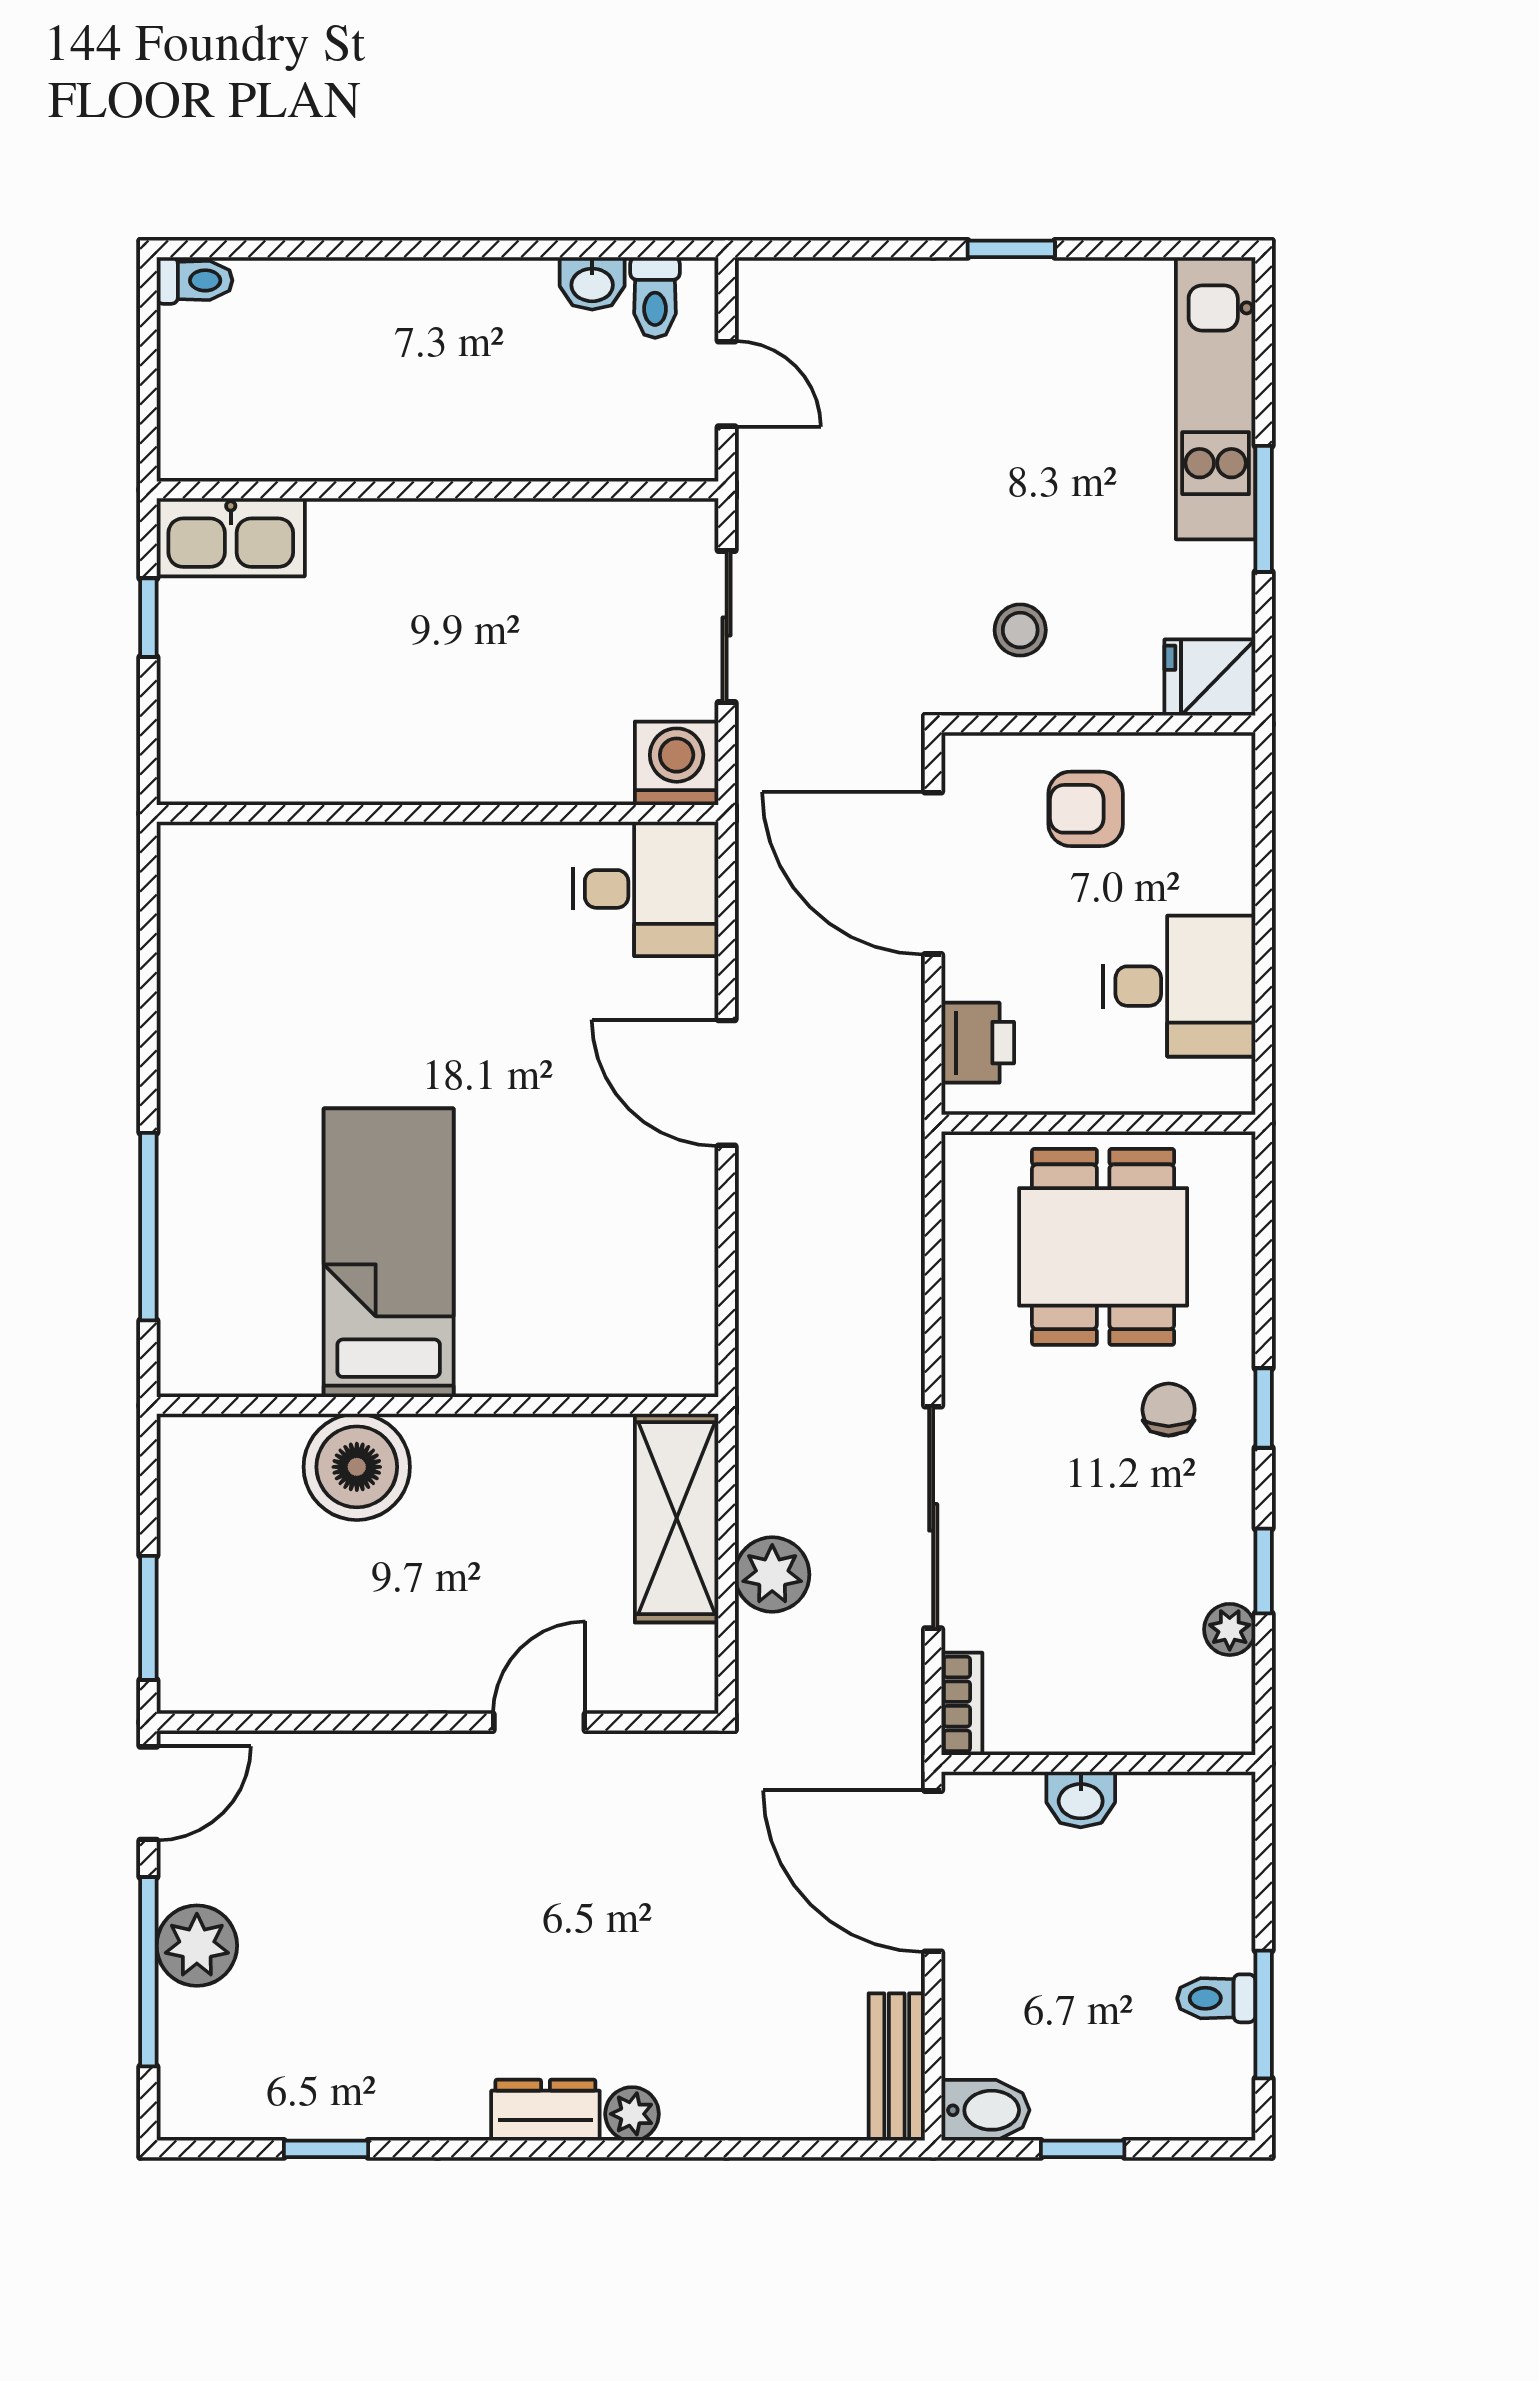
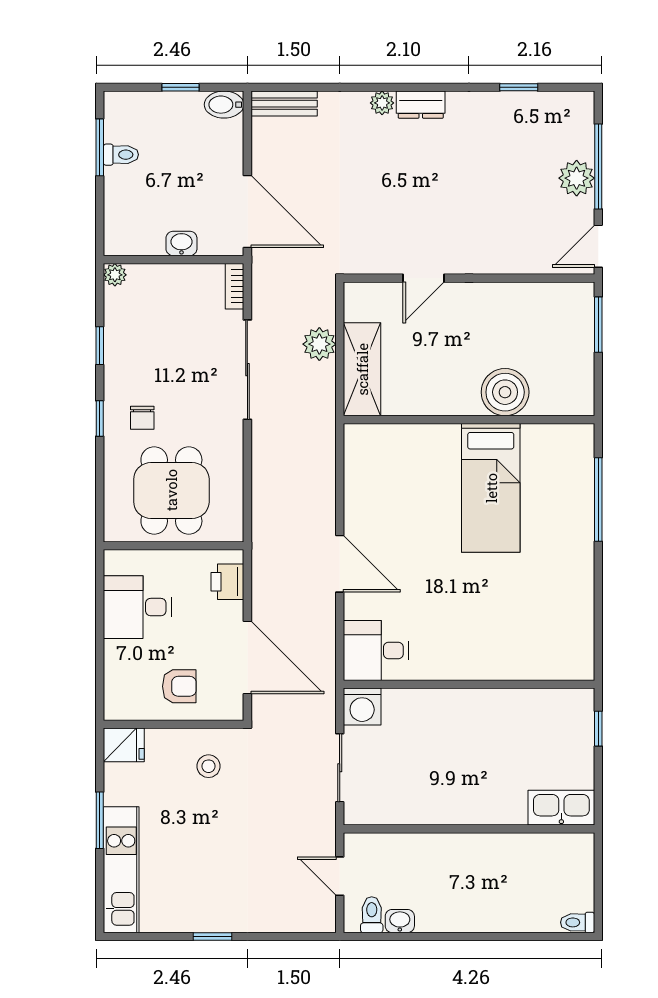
window: (148, 618) -> (598, 729), moved
plant: (1230, 1629) -> (115, 275), moved
bench: (897, 2067) -> (284, 104), moved, turned 90

